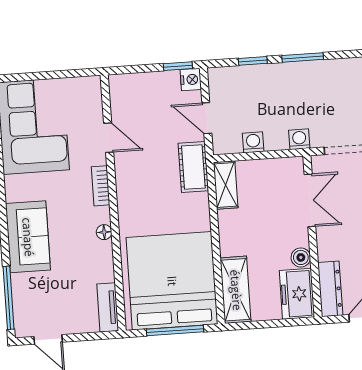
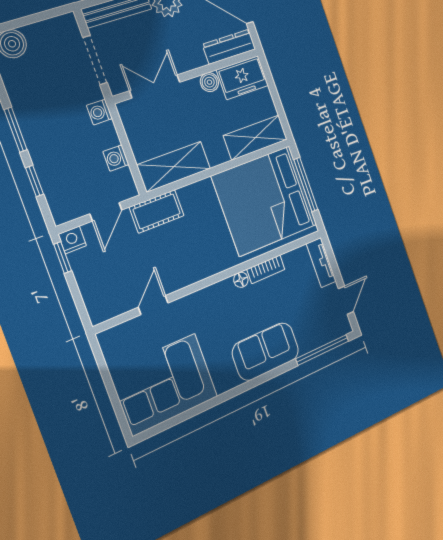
shelving: (226, 185) -> (174, 167), width x1.50, depth x1.33
bookcase: (101, 186) -> (266, 269), moved
tv unit: (108, 307) -> (321, 262), moved, turned 90

